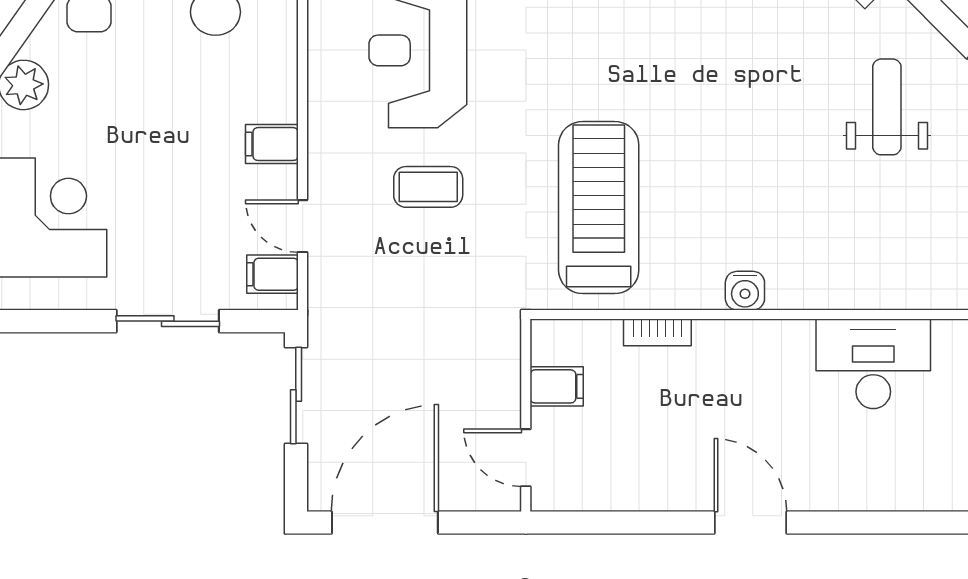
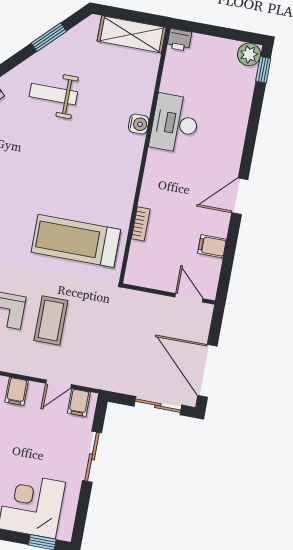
coffee table: (428, 187) -> (51, 320), width x1.36, depth x1.30
water cooler: (745, 291) -> (139, 124), moved
filing cabinet: (557, 386) -> (212, 246), moved, turned -90
sliding door: (296, 396) -> (158, 406), moved
door: (526, 458) -> (189, 298), swing flipped

